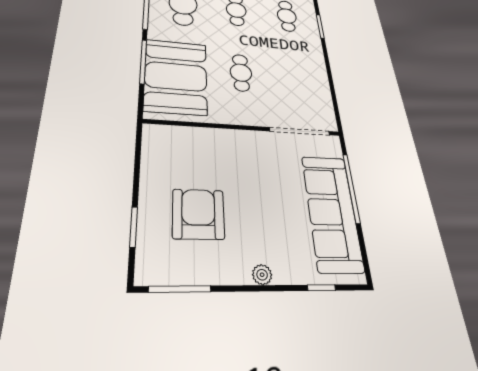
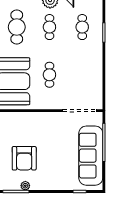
armchair: (198, 214) -> (24, 158), turned 180
plant: (262, 275) -> (25, 186), moved

